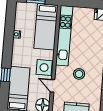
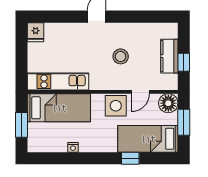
kitchen unit: (64, 36) -> (58, 81), width x0.73

